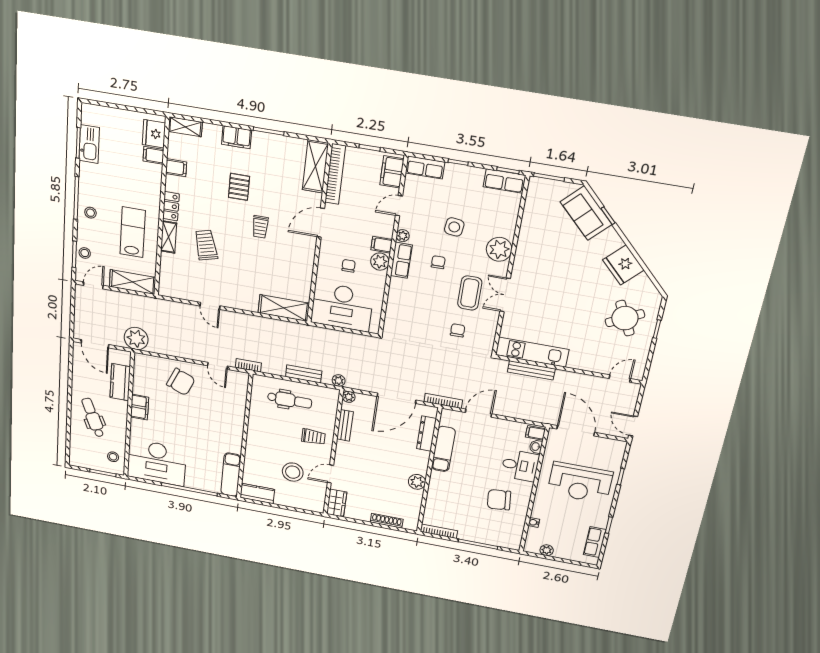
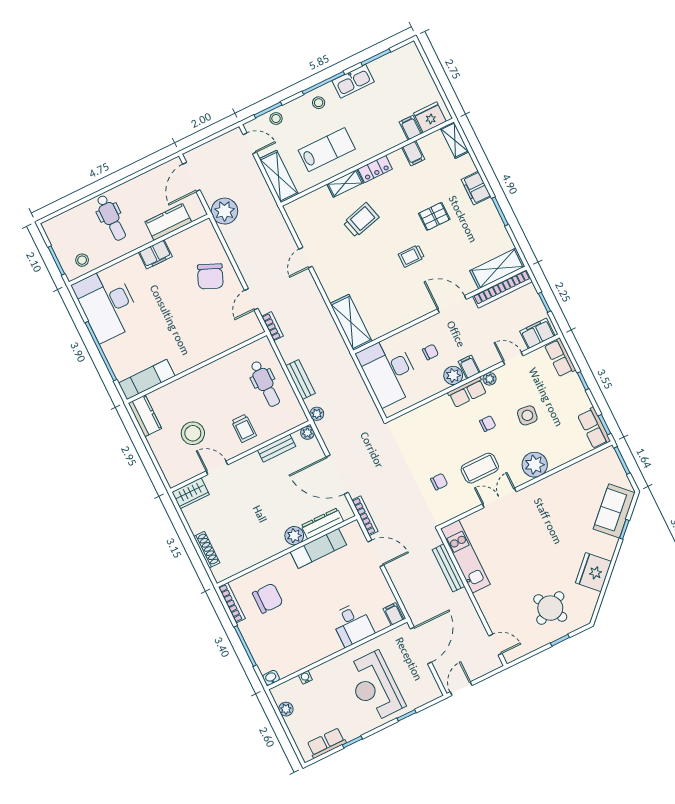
kitchen sink: (89, 144) -> (353, 81), moved
dental chair: (93, 418) -> (111, 218), turned 113
washbasin: (536, 447) -> (271, 678), moved
plant: (417, 482) -> (294, 536), moved
chair: (499, 500) -> (268, 598), moved, turned 96

